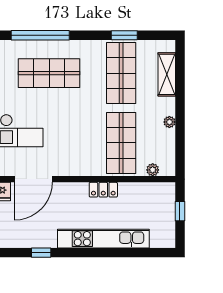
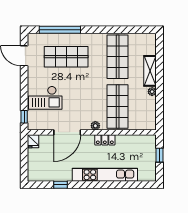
window: (124, 35) -> (120, 30), removed
shelving: (167, 74) -> (150, 71), moved
plant: (153, 170) -> (95, 126), moved
door: (33, 179) -> (67, 132), moved

